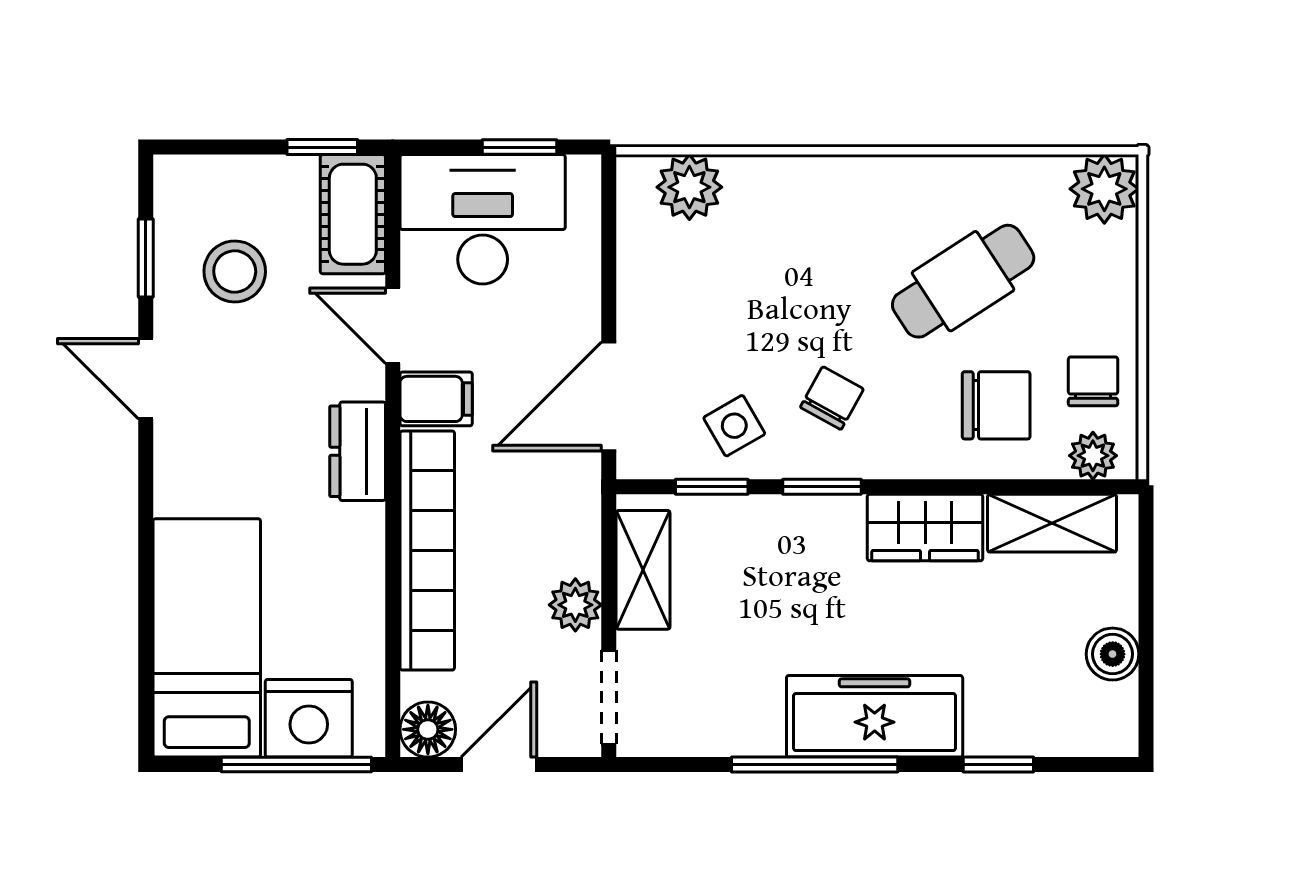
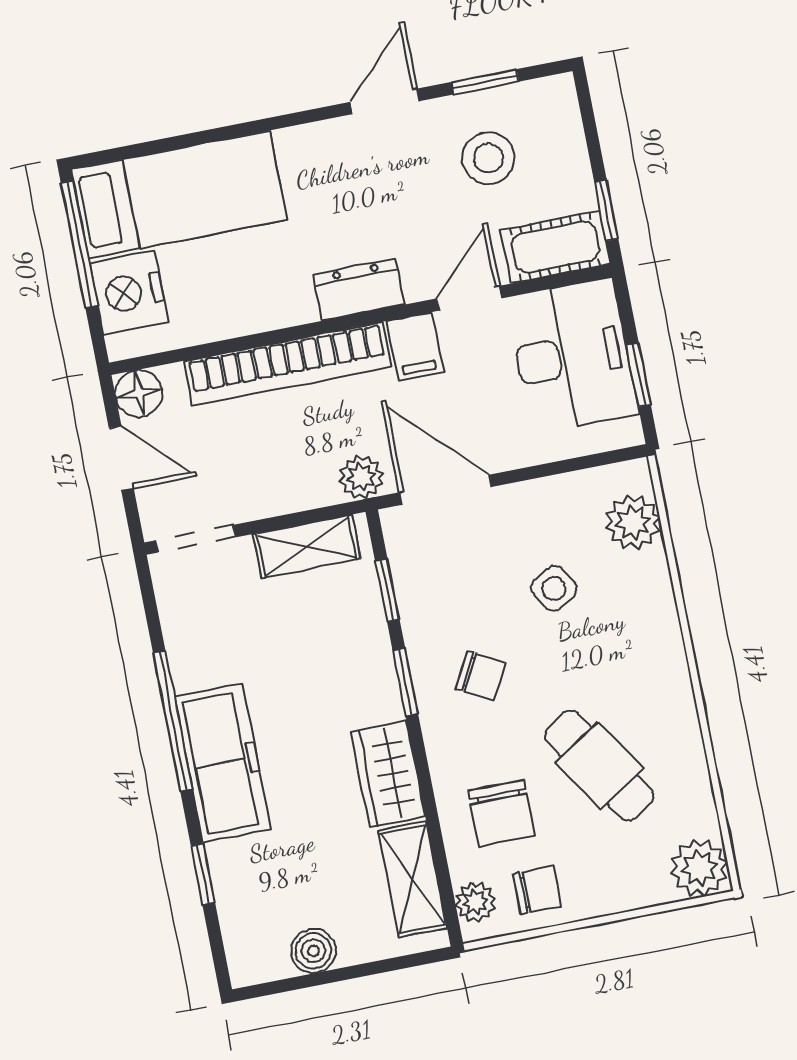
side table: (734, 426) -> (554, 588), moved
plant: (575, 605) -> (361, 477), moved
window: (296, 765) -> (79, 244), moved

